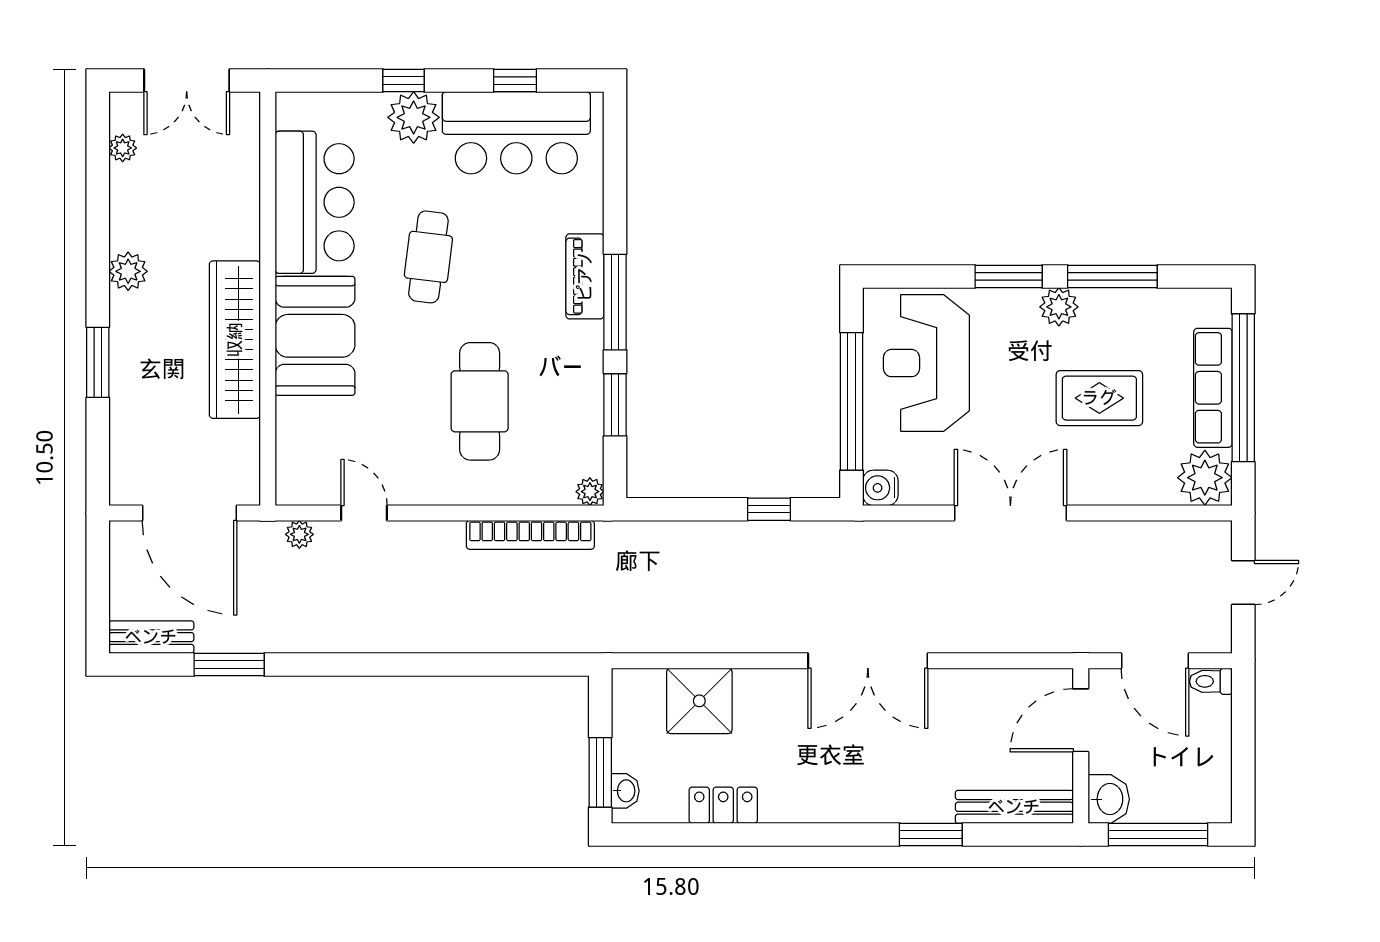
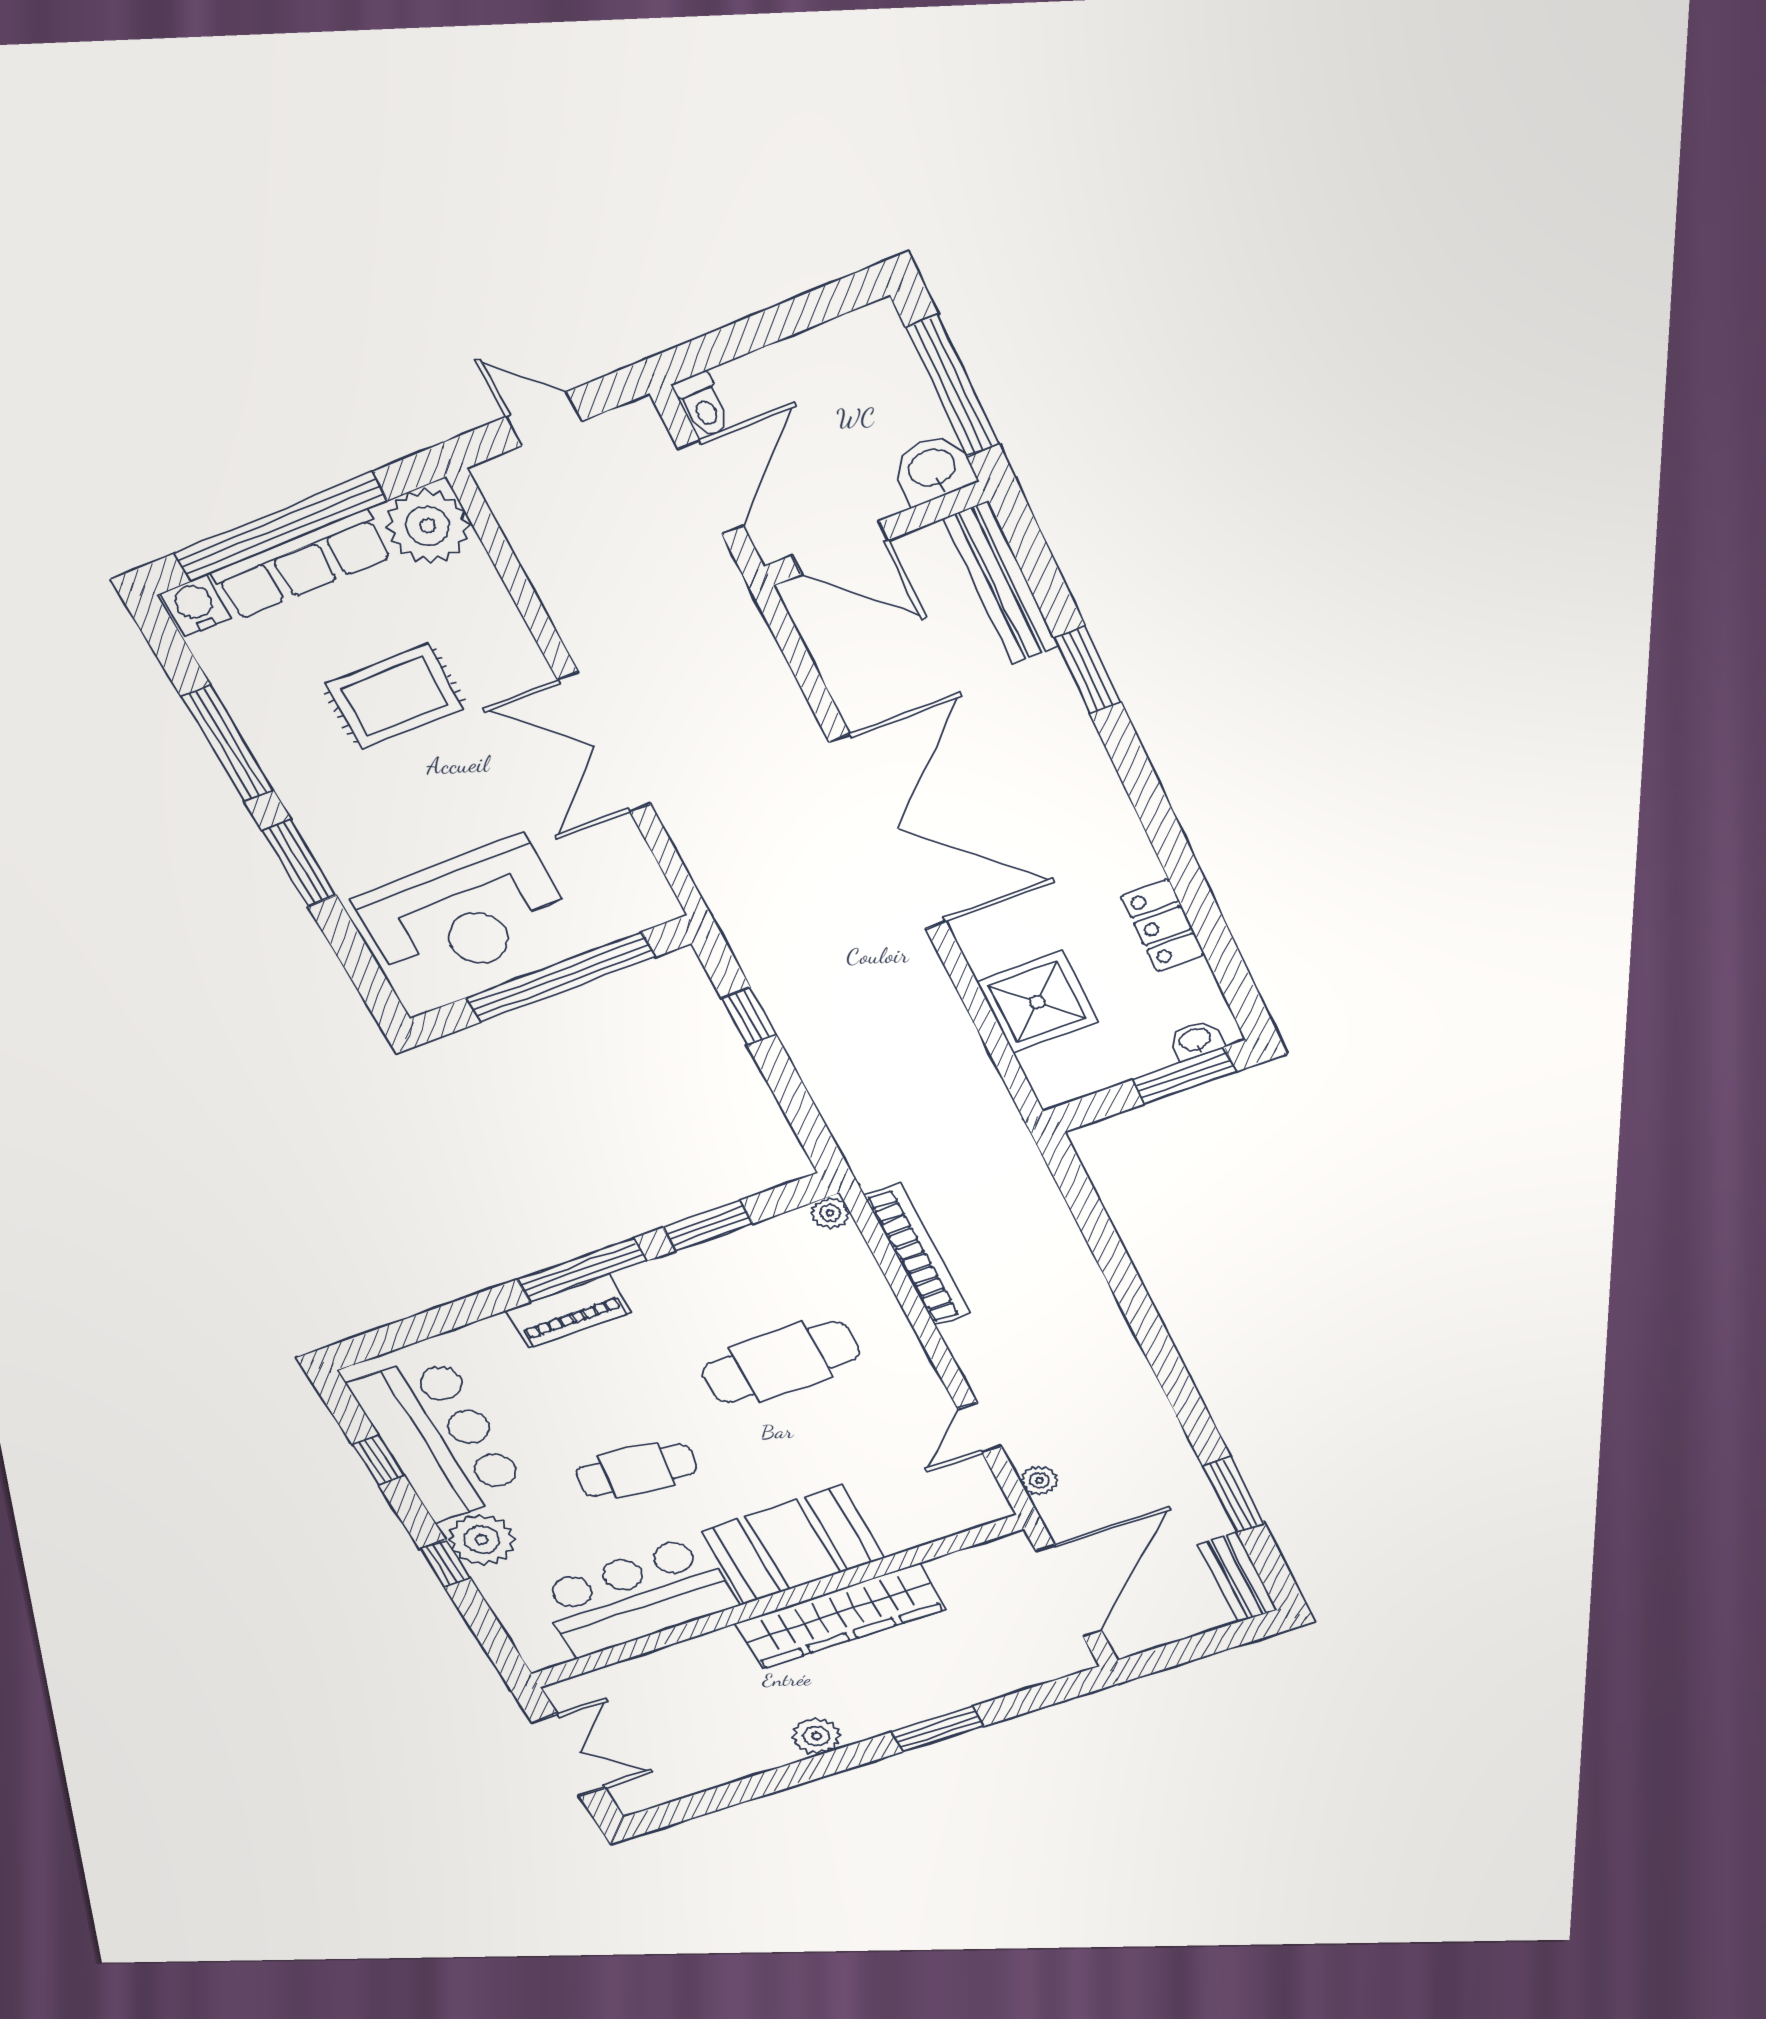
plant: (123, 148) -> (679, 1785), removed
plant: (1059, 307) -> (304, 790), removed
rug: (1099, 398) -> (394, 696), turned 90
water cooler: (880, 488) -> (195, 606), moved, turned 180
double door: (868, 661) -> (888, 833), width x1.36

